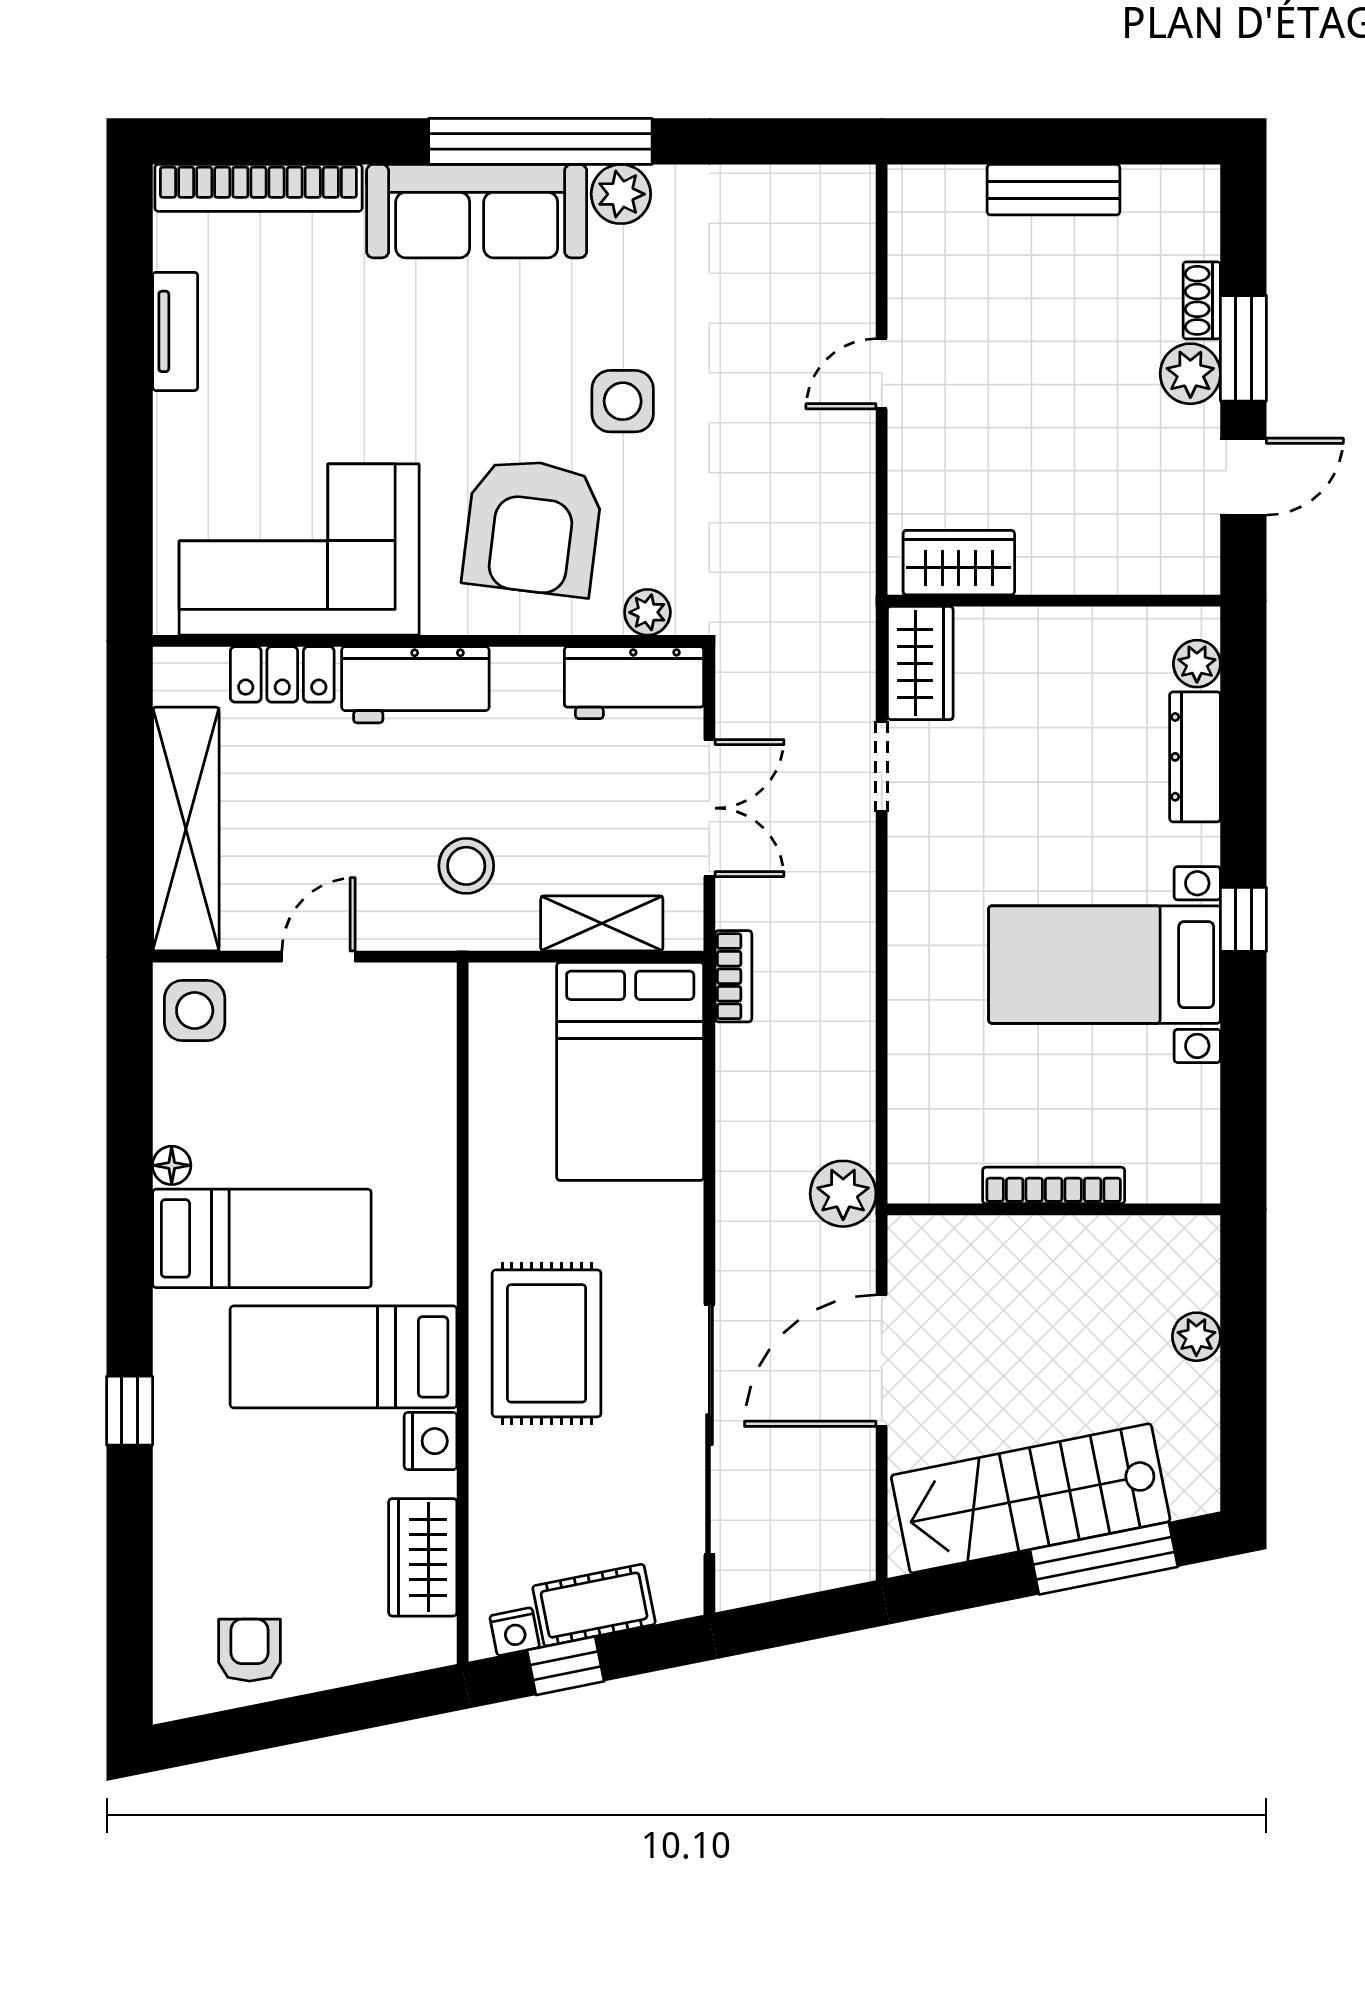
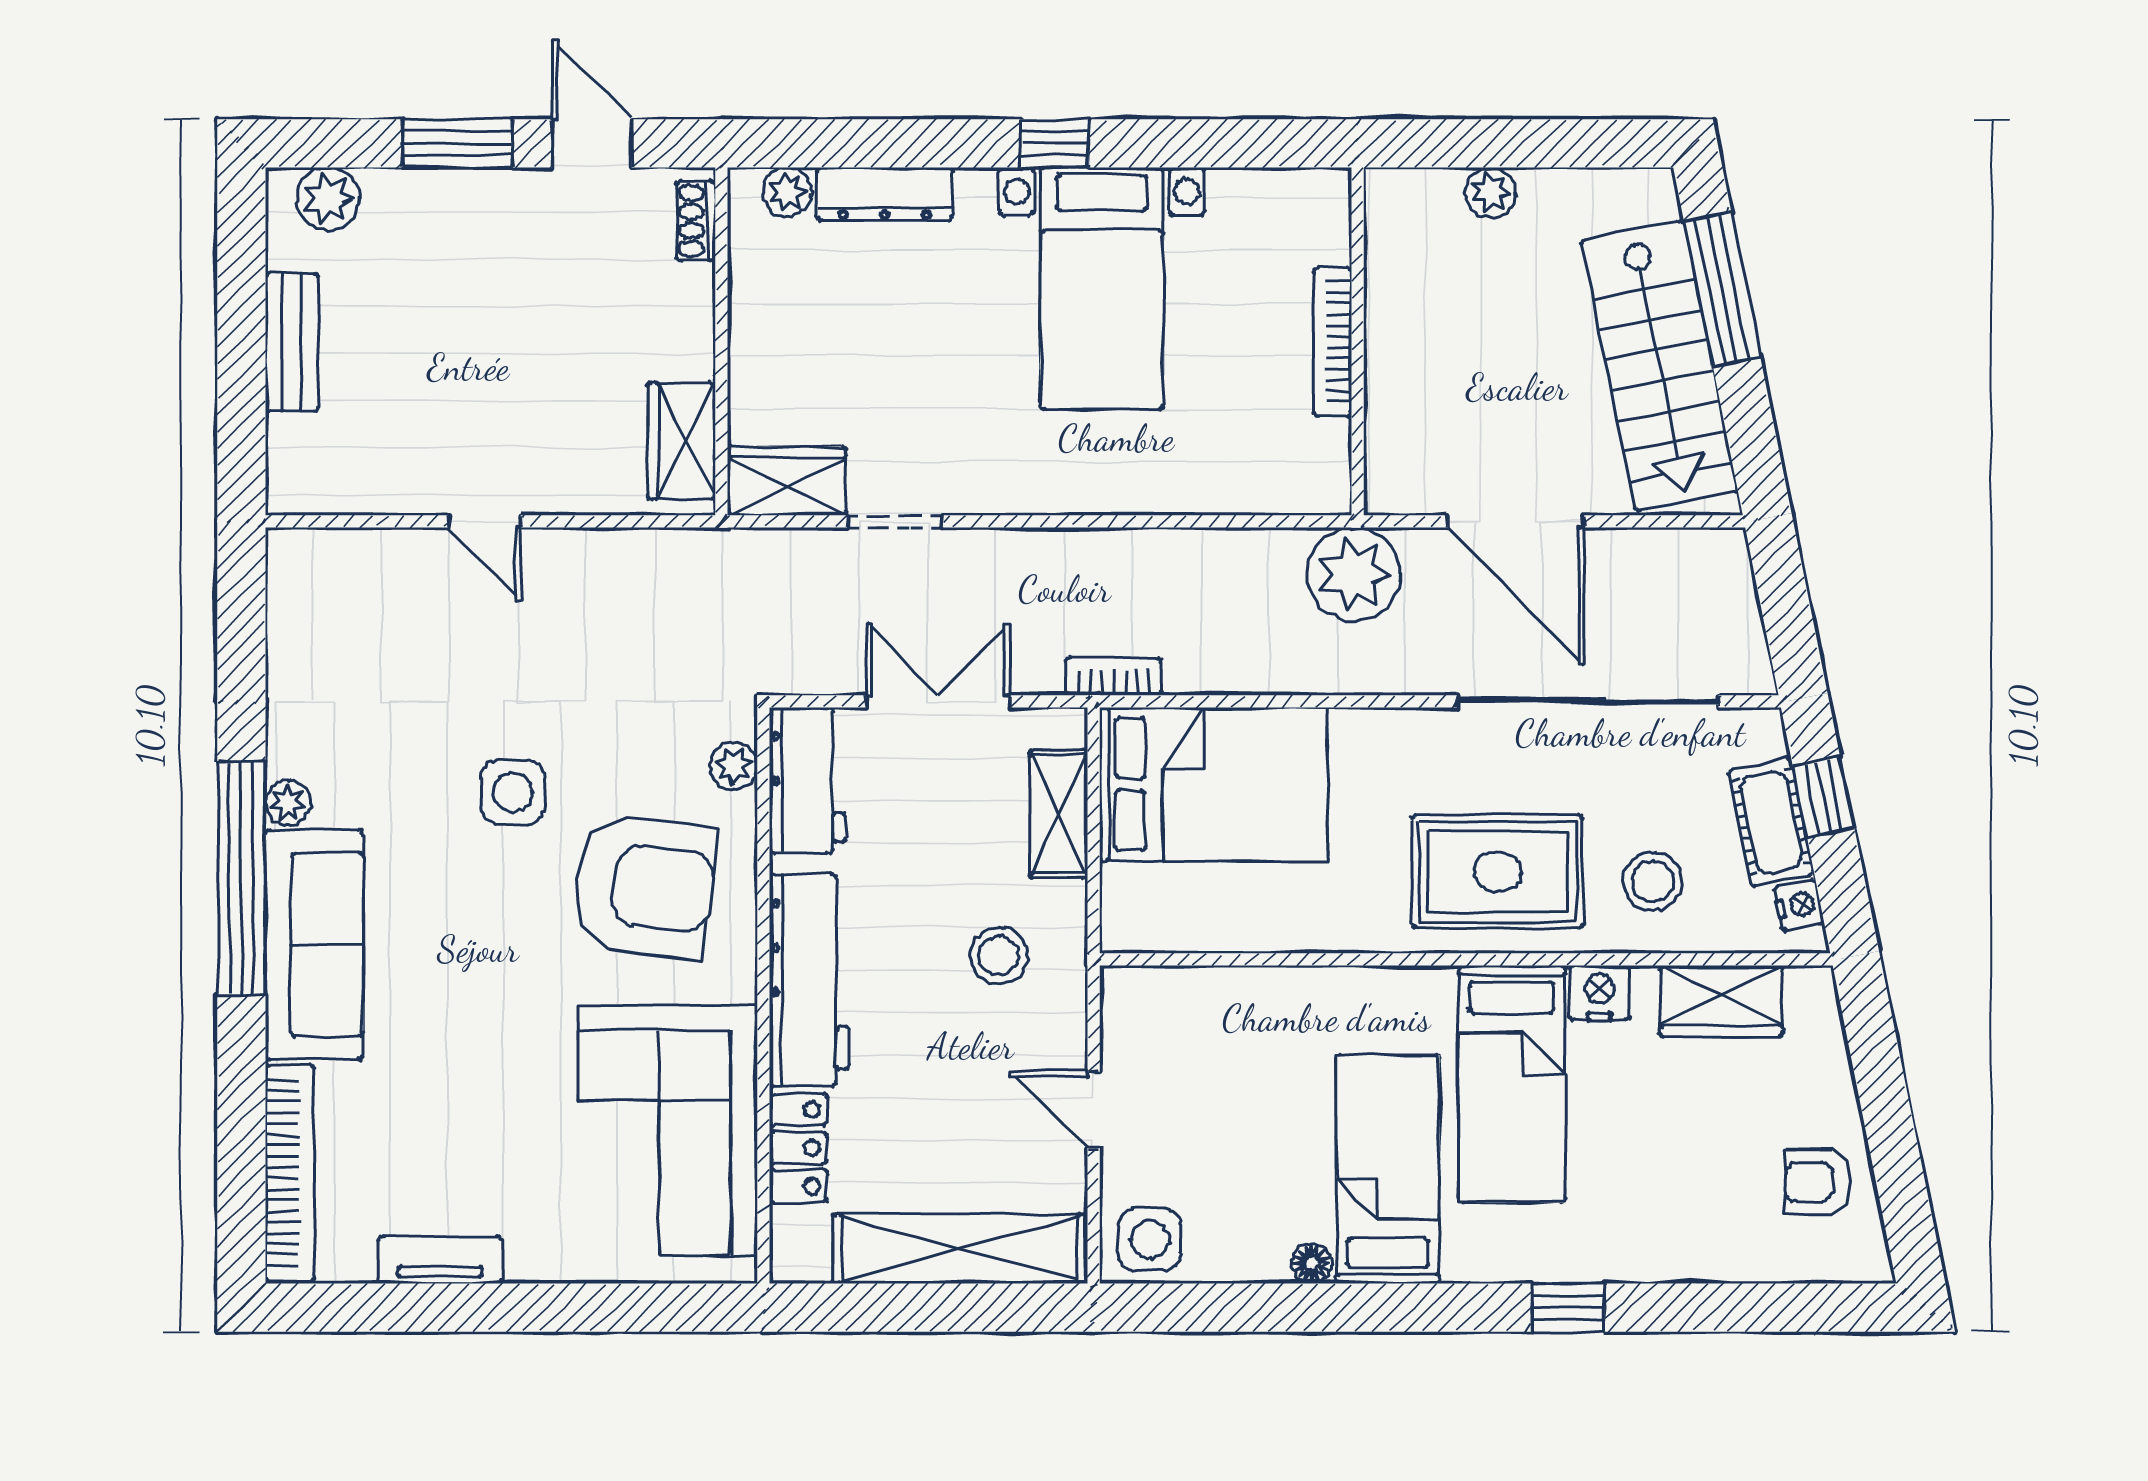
plant: (621, 194) -> (288, 802), width x0.73, depth x0.73
shoe rack: (1202, 300) -> (696, 221), moved, turned 90
plant: (1190, 374) -> (328, 199), moved
workbench: (415, 685) -> (809, 980), width x1.38
plant: (843, 1194) -> (1354, 574), width x1.36, depth x1.36
stool: (537, 1492) -> (1653, 881), added
window: (565, 1666) -> (1824, 797), moved

